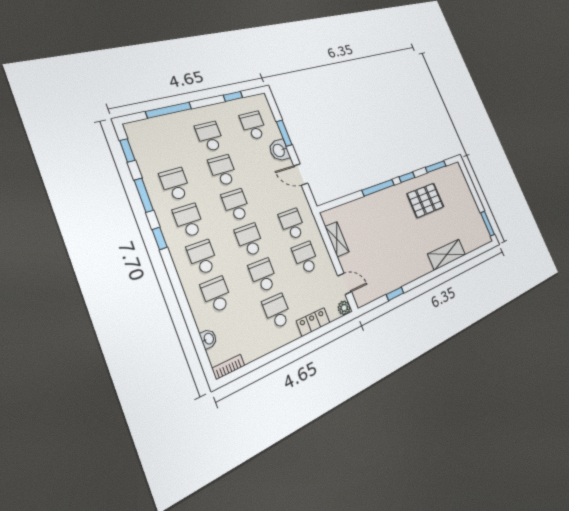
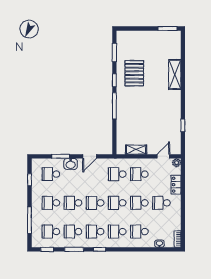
school desk: (162, 149) -> (51, 232), added

